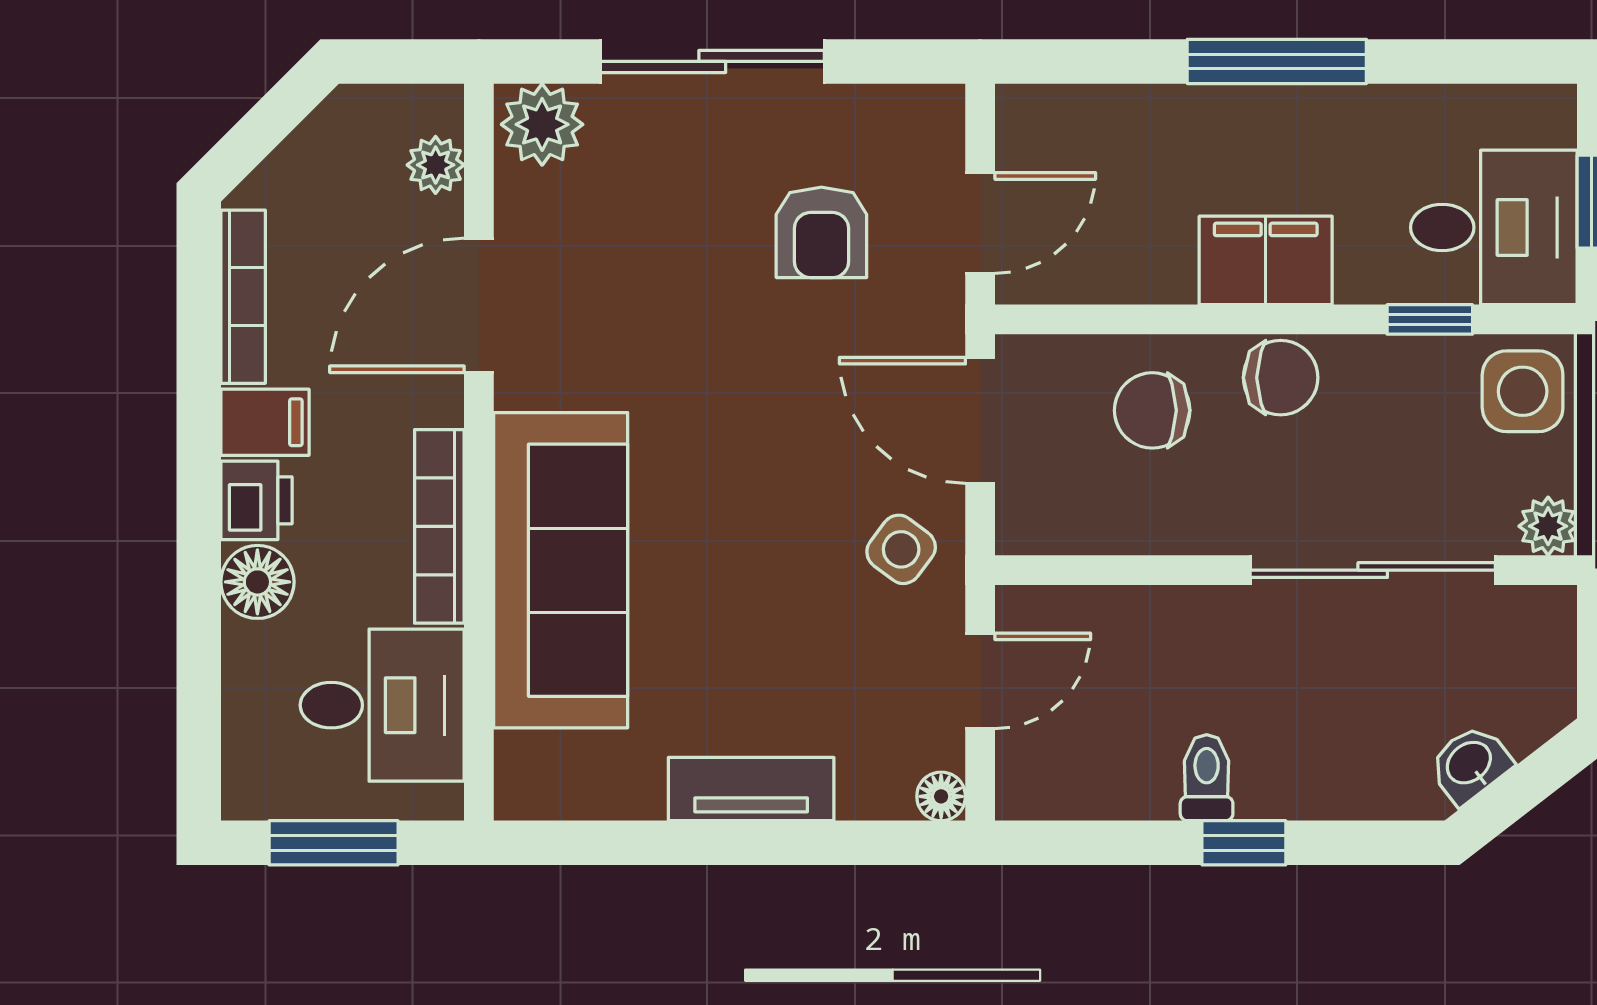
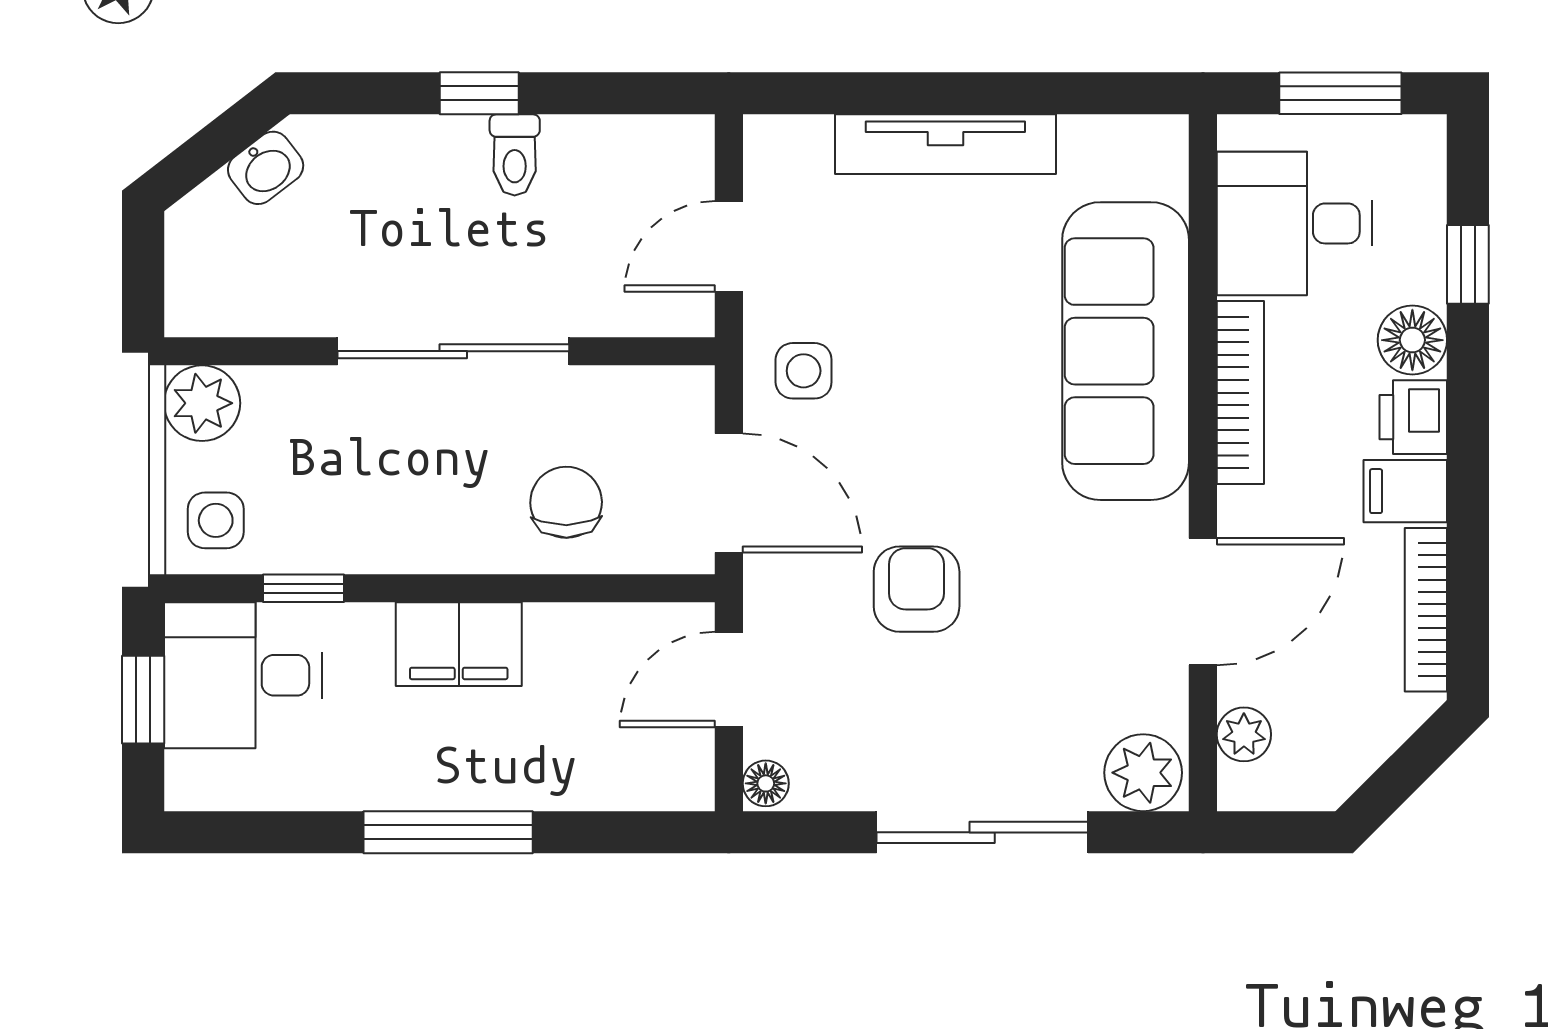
armchair: (821, 232) -> (917, 589), moved
chair: (1281, 378) -> (445, 533), removed
side table: (1523, 391) -> (216, 520), width x0.73, depth x0.73
chair: (1152, 410) -> (566, 502), turned -91
plant: (1548, 526) -> (202, 403), width x1.38, depth x1.38
side table: (901, 549) -> (804, 371), turned -37
sliding door: (1373, 570) -> (453, 351), moved
window: (199, 662) -> (1468, 264), added
tv unit: (751, 789) -> (945, 144), width x1.41
floor lamp: (941, 796) -> (766, 783), moved

